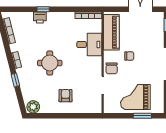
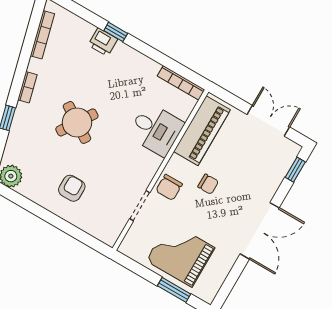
round table: (50, 63) -> (77, 122), turned 33

